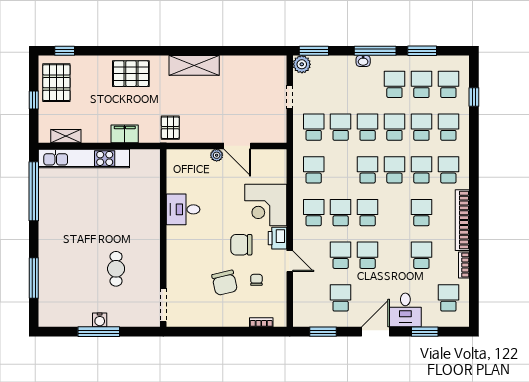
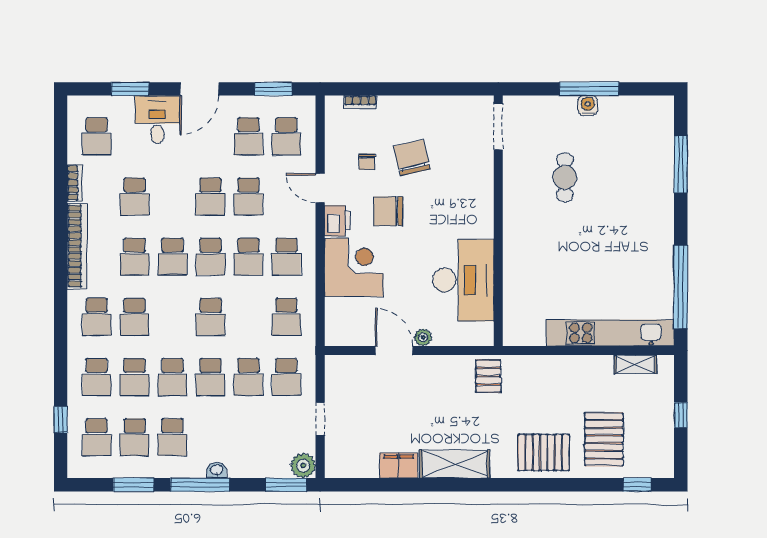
pallet: (56, 83) -> (604, 439), moved
filing cabinet: (125, 134) -> (399, 465), moved, turned 180
school desk: (394, 170) -> (172, 257), moved
desk: (183, 209) -> (463, 280), width x1.87, depth x1.30
chair: (241, 245) -> (388, 211), turned 180
school desk: (314, 298) -> (286, 136), added

